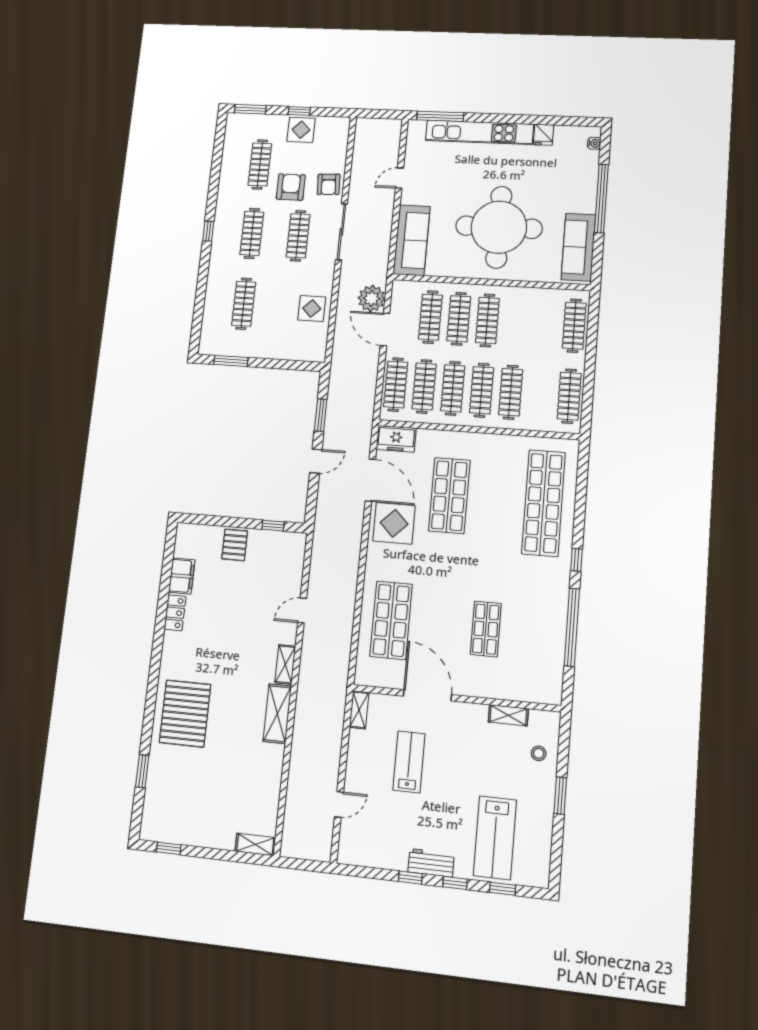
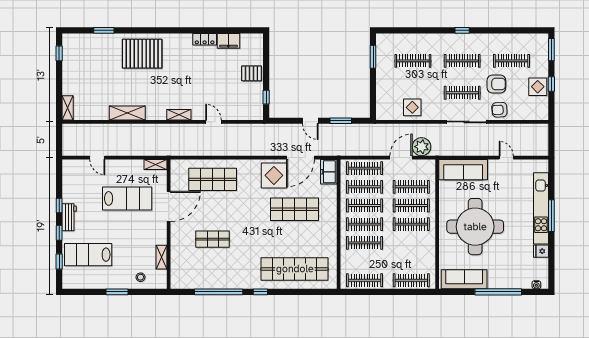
window: (440, 116) -> (551, 216), moved
shelving: (277, 714) -> (127, 113), moved
lab bench: (409, 762) -> (127, 198), width x1.36, depth x1.39

